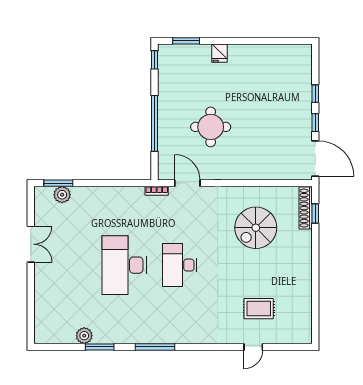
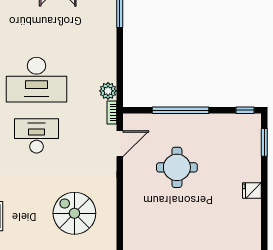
fridge: (220, 53) -> (252, 191), moved
plant: (62, 195) -> (108, 91), moved
desk: (124, 265) -> (36, 80), turned 180

